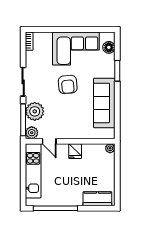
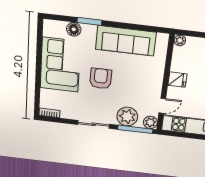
floor lamp: (109, 47) -> (74, 29), moved
armchair: (68, 84) -> (101, 79), turned -85

